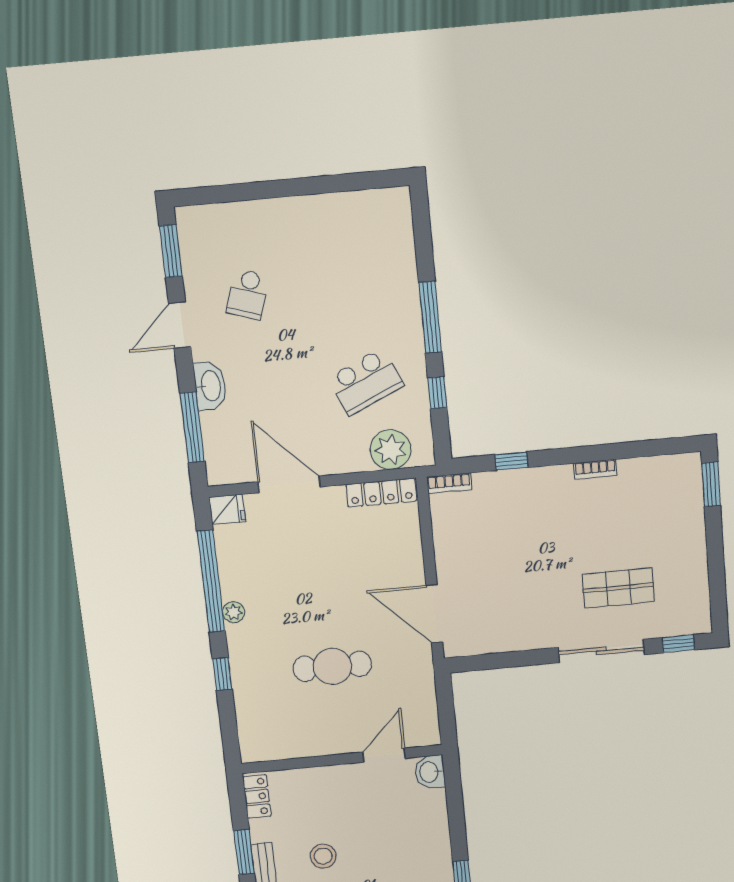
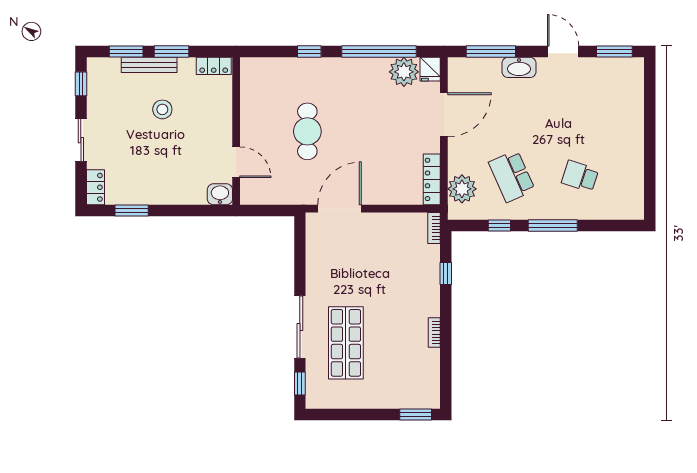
school desk: (248, 294) -> (580, 176), moved
shop shelf: (618, 588) -> (346, 343), width x1.43, depth x1.36
plant: (234, 612) -> (404, 72), moved, width x1.88, depth x1.88

